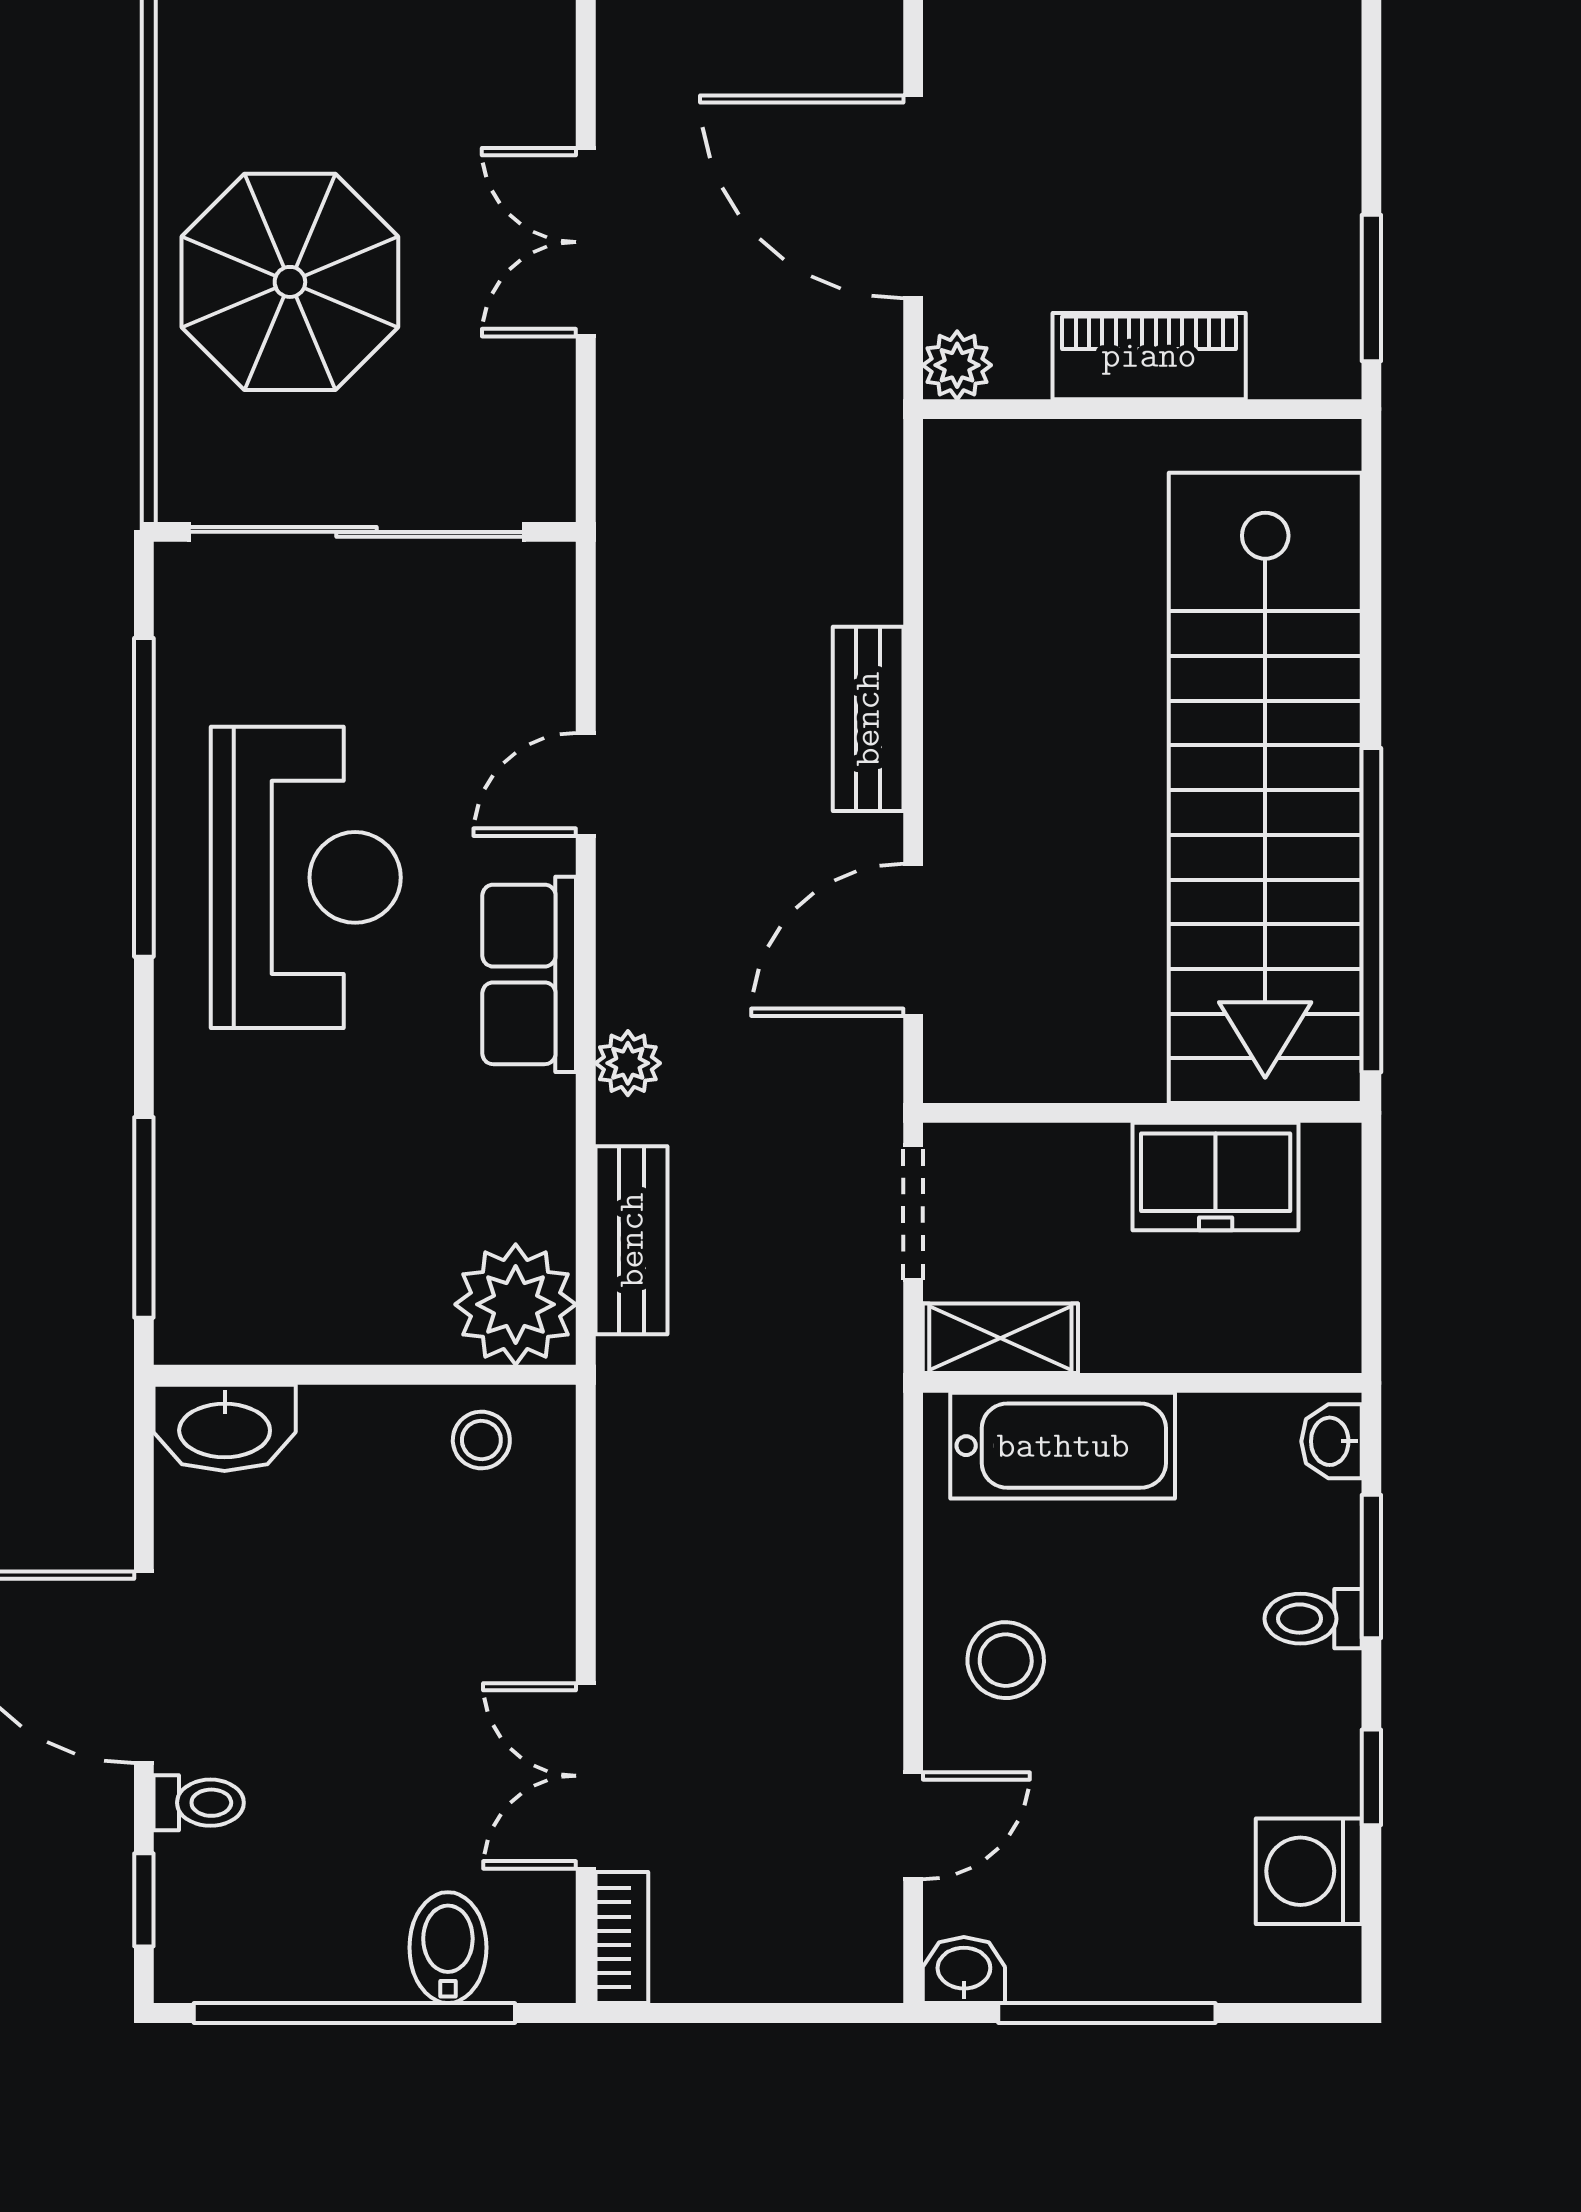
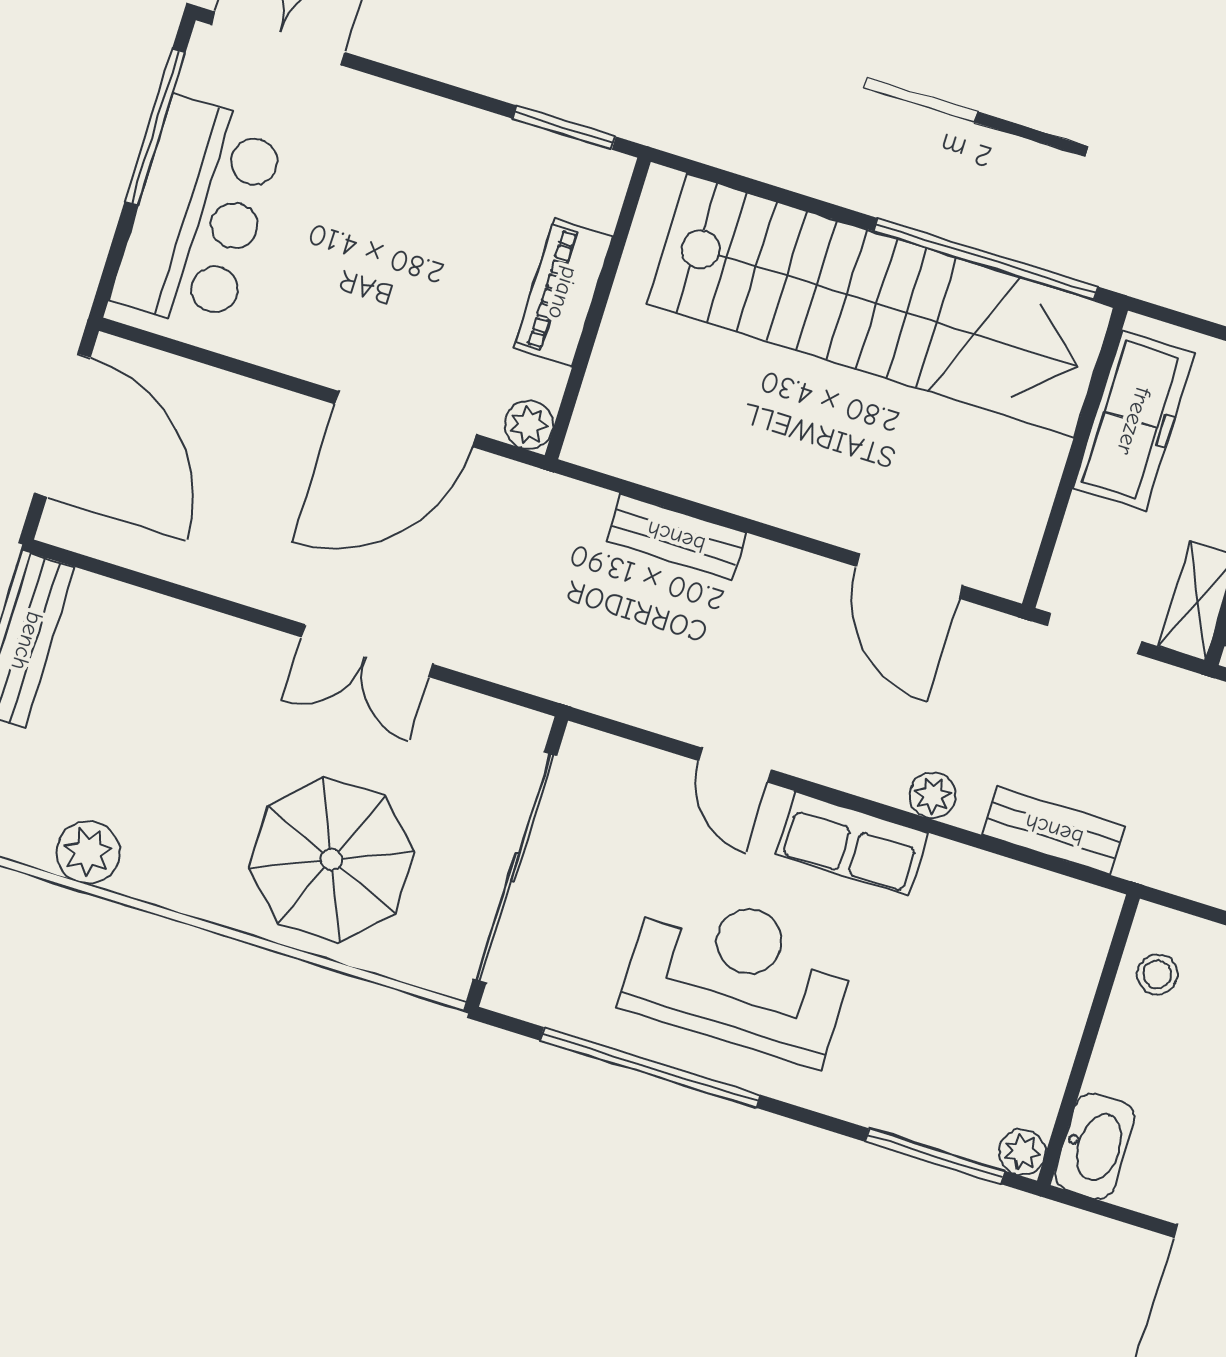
bench: (868, 719) -> (676, 537), moved
freezer: (1216, 1177) -> (1134, 421), width x1.40
plant: (516, 1304) -> (1022, 1152), moved, width x0.53, depth x0.53

